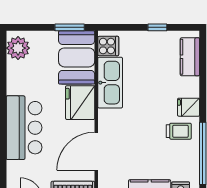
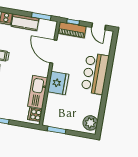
booth: (77, 57) -> (56, 111), removed
door: (96, 151) -> (53, 52), swing flipped

